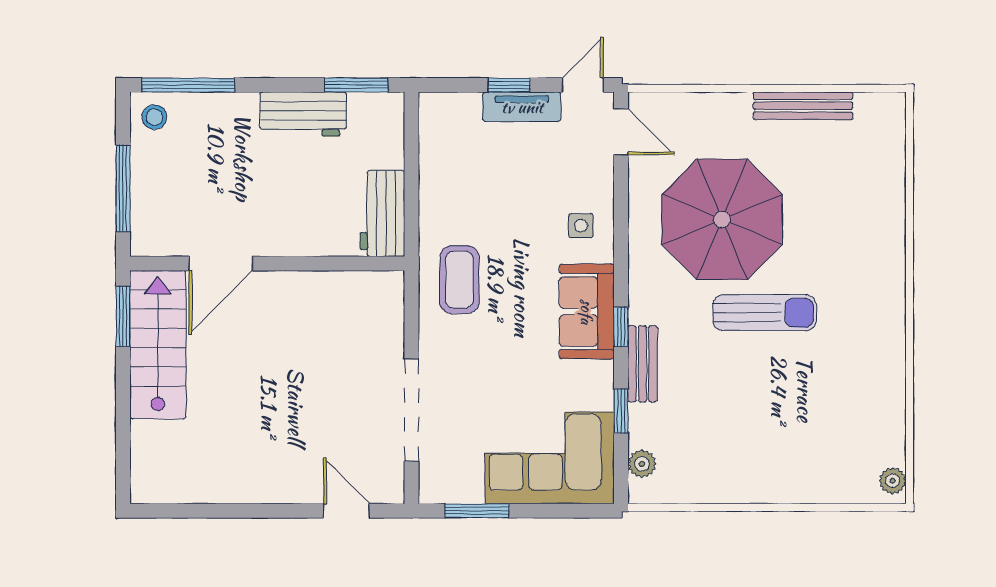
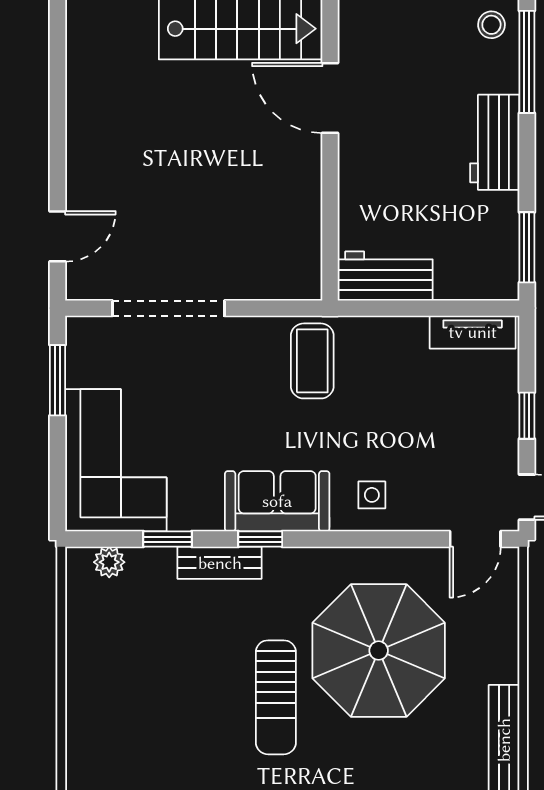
tv unit: (522, 107) -> (473, 332), moved, turned -90
workbench: (303, 114) -> (495, 142), moved
coffee table: (459, 280) -> (312, 361), turned 90

